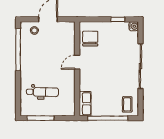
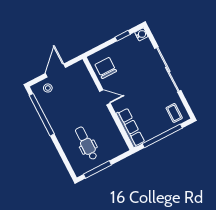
door: (77, 62) -> (105, 97), swing flipped
dental chair: (42, 92) -> (86, 143), turned -91
row of seats: (85, 104) -> (130, 128), width x1.48

